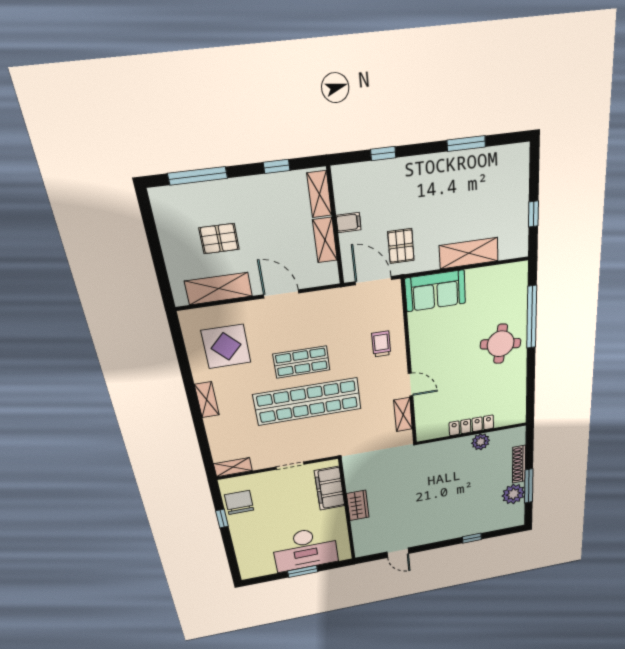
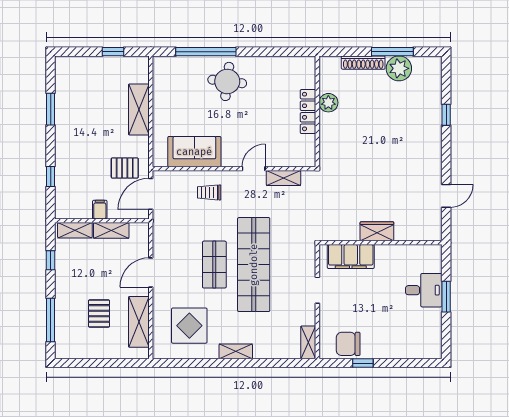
sofa: (435, 291) -> (194, 152), moved, turned -90
desk: (305, 549) -> (424, 290), width x0.53, depth x0.77

